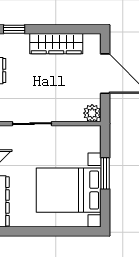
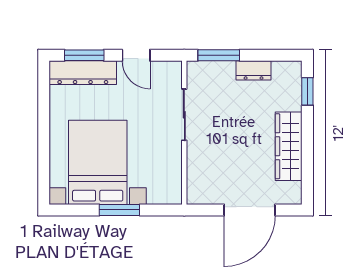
plant: (92, 113) -> (198, 193), removed

